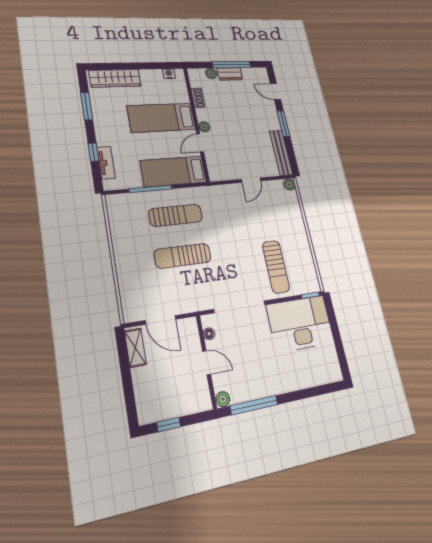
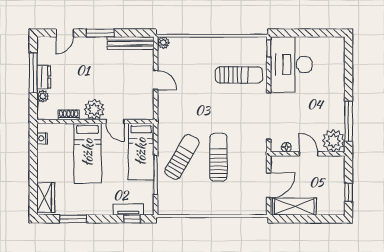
wardrobe: (115, 78) -> (46, 197), width x0.67
plant: (204, 127) -> (94, 109), width x1.88, depth x1.88
window: (93, 152) -> (132, 219), moved
sun lounger: (176, 215) -> (182, 157), turned 30
sun lounger: (183, 256) -> (218, 157), turned 180
shelving: (135, 348) -> (294, 207), width x1.50, depth x1.33
door: (207, 363) -> (309, 154), hinge flipped
plant: (223, 399) -> (333, 141), width x1.87, depth x1.87

